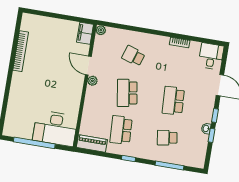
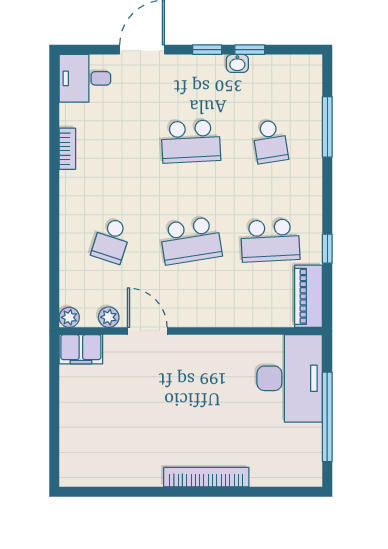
bookcase: (21, 51) -> (206, 477), moved
door: (88, 66) -> (147, 331), swing flipped
plant: (92, 81) -> (109, 317), moved
window: (129, 159) -> (327, 249), moved

